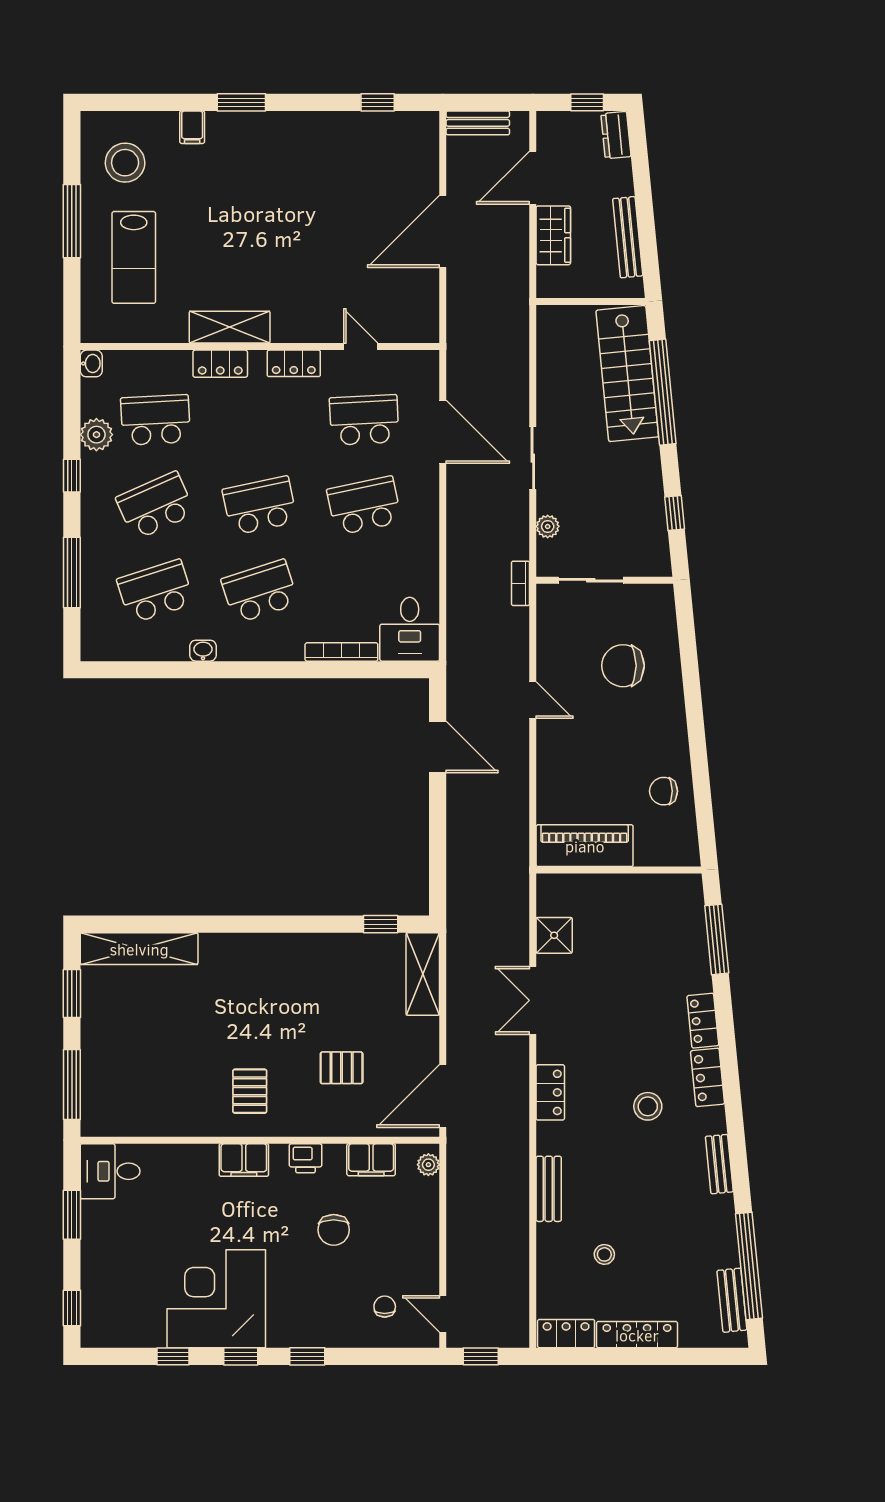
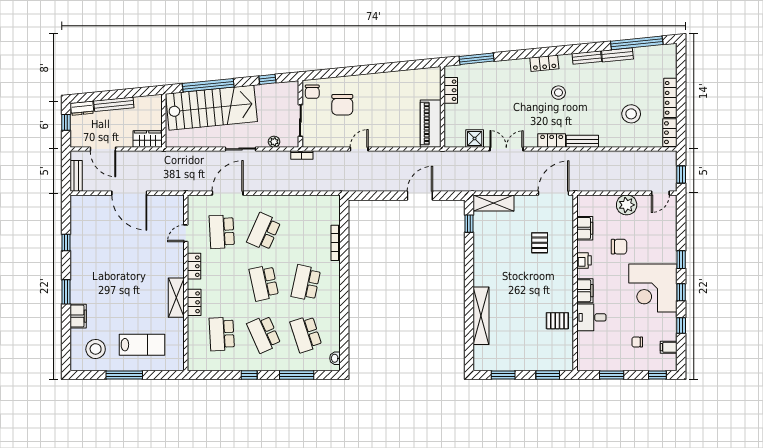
window: (378, 102) -> (66, 243), moved
filing cabinet: (192, 127) -> (78, 316), width x2.00
wardrobe: (553, 235) -> (148, 139), moved
bench: (628, 237) -> (114, 104), moved
washbasin: (91, 363) -> (194, 366), removed
stairs: (627, 374) -> (211, 108), width x1.36, depth x1.51
plant: (96, 435) -> (229, 363), removed
school desk: (364, 506) -> (264, 232), turned 36
school desk: (260, 591) -> (306, 283), turned 30
desk: (410, 629) -> (324, 209), removed
washbasin: (203, 651) -> (335, 358), moved
door: (438, 747) -> (420, 196), moved
chair: (664, 791) -> (312, 92), moved
shelving: (139, 949) -> (481, 316), moved
double door: (533, 1000) -> (506, 149), swing flipped
locker: (703, 1021) -> (451, 90), moved, turned -84
window: (72, 1085) -> (548, 375), width x0.69
pallet: (250, 1091) -> (557, 321), moved
door: (443, 1096) -> (553, 193), swing flipped
plant: (428, 1165) -> (627, 205), moved, width x1.88, depth x1.88
desk: (110, 1171) -> (591, 317), moved, turned 90
bench: (549, 1189) -> (582, 141), moved
stool: (604, 1254) -> (631, 114), width x1.89, depth x1.89
corner desk: (216, 1299) -> (653, 288), moved
bench: (732, 1300) -> (617, 55), moved
chair: (385, 1307) -> (637, 342), moved
filing cabinet: (129, 1331) -> (669, 347), added

